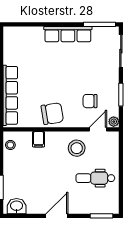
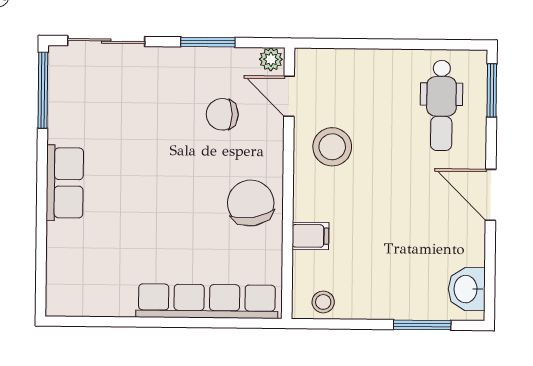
row of seats: (68, 34) -> (65, 183), width x0.68
chair: (90, 101) -> (222, 114), turned 90
dental chair: (95, 178) -> (441, 105), moved

